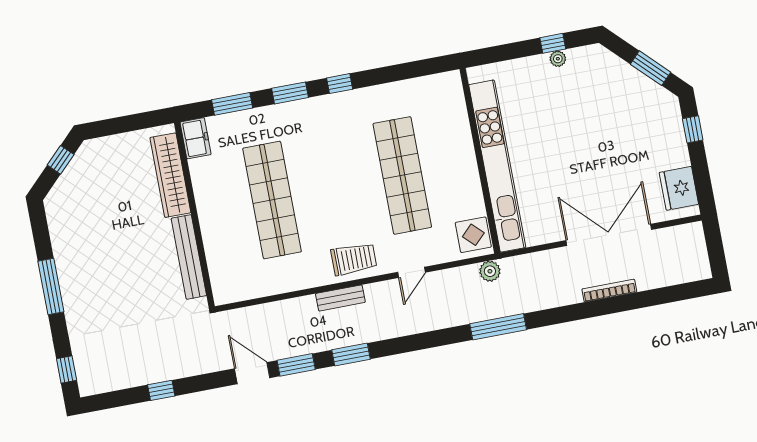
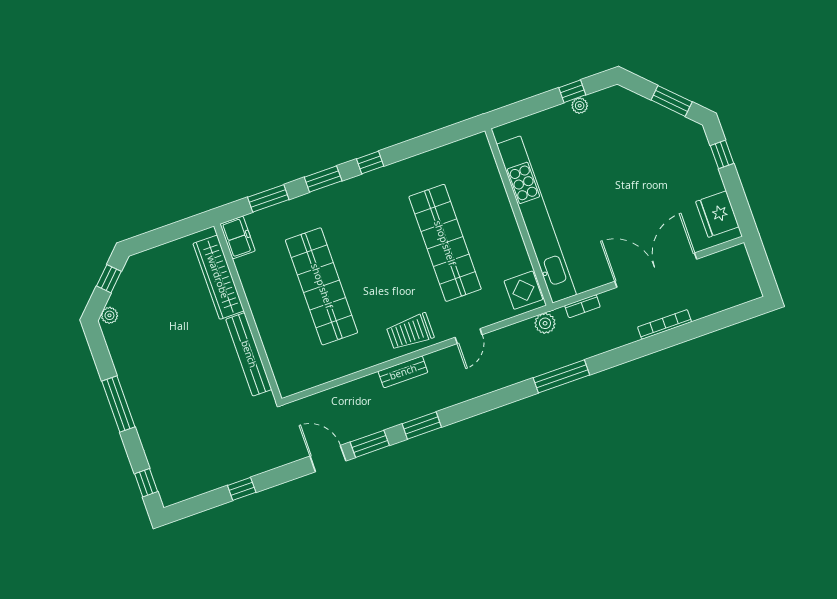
plant: (56, 197) -> (109, 315), added
trolley: (354, 259) -> (410, 332), turned 180
bookcase: (530, 260) -> (582, 306), added

